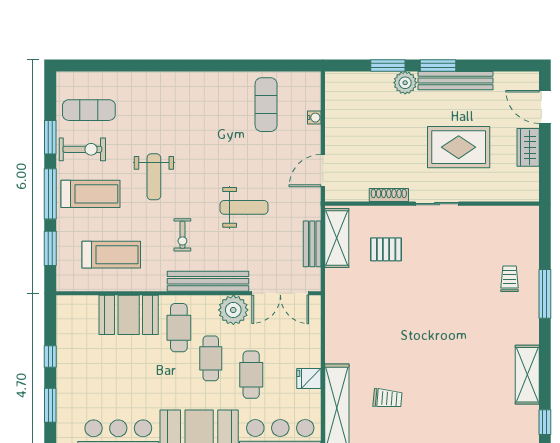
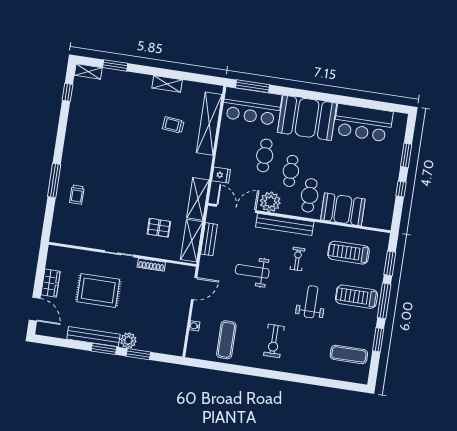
exercise bike: (82, 149) -> (274, 341), moved, turned -90
shelving: (527, 375) -> (198, 199), moved
fridge: (309, 379) -> (221, 175), moved

